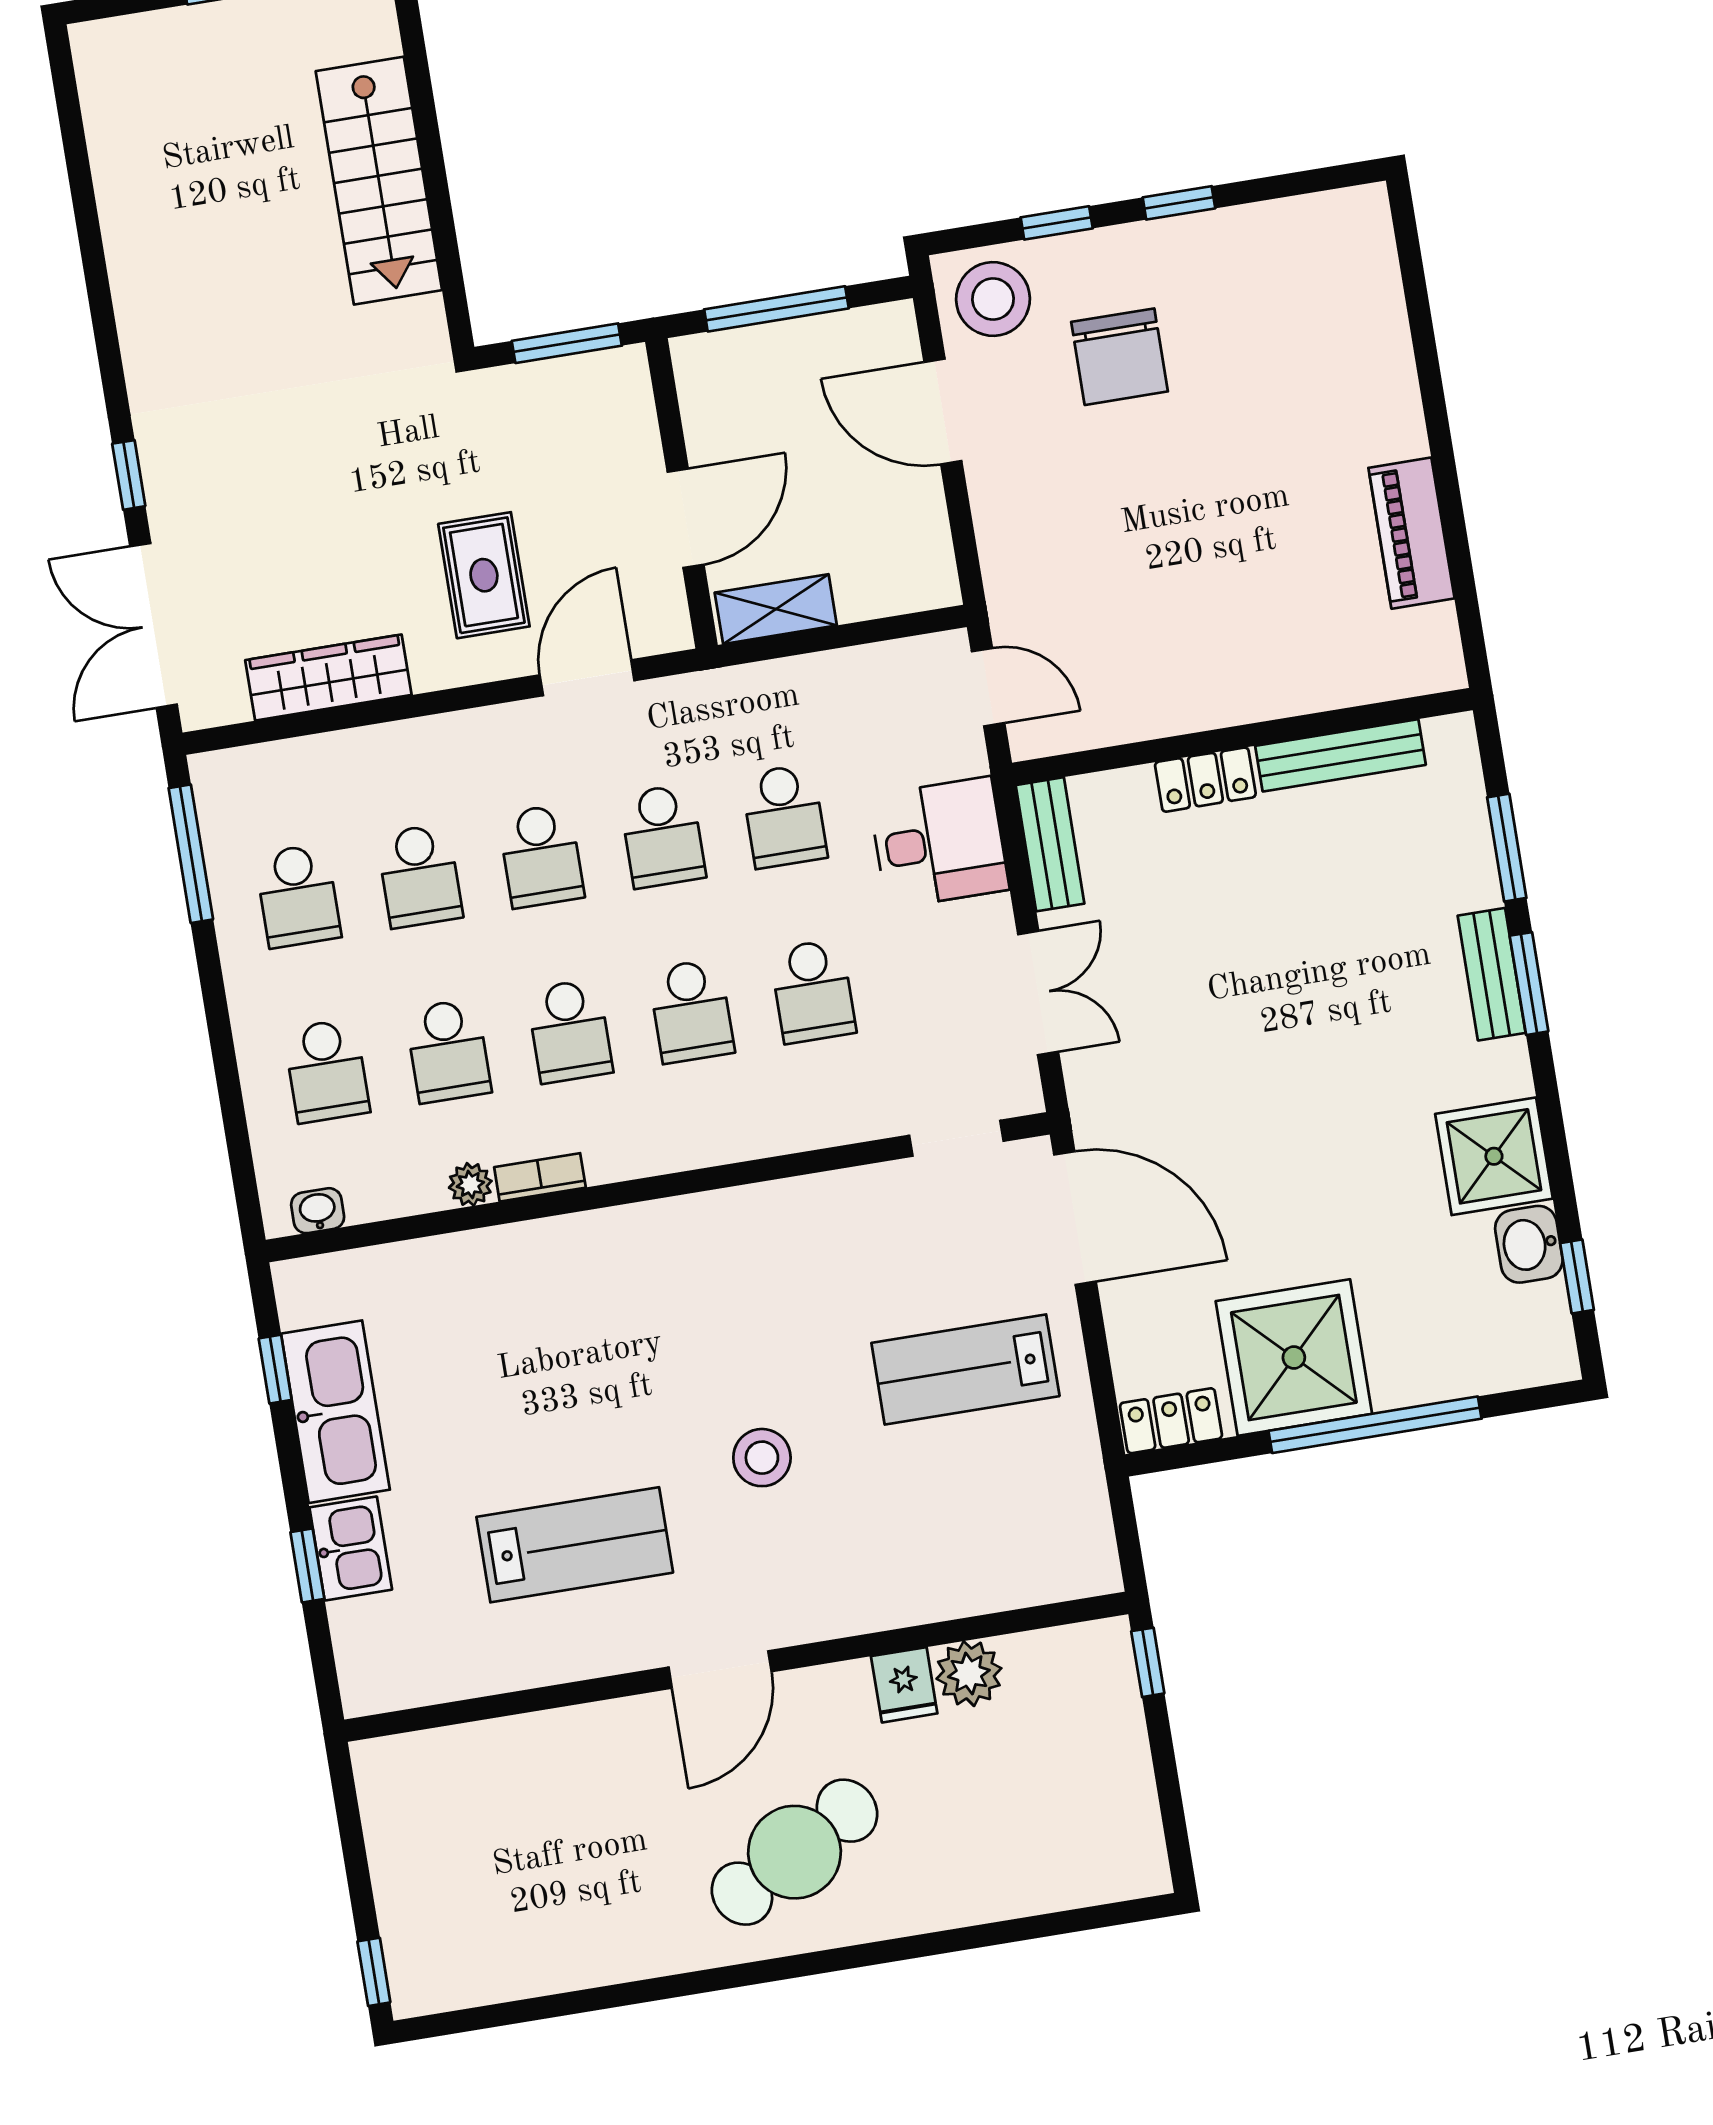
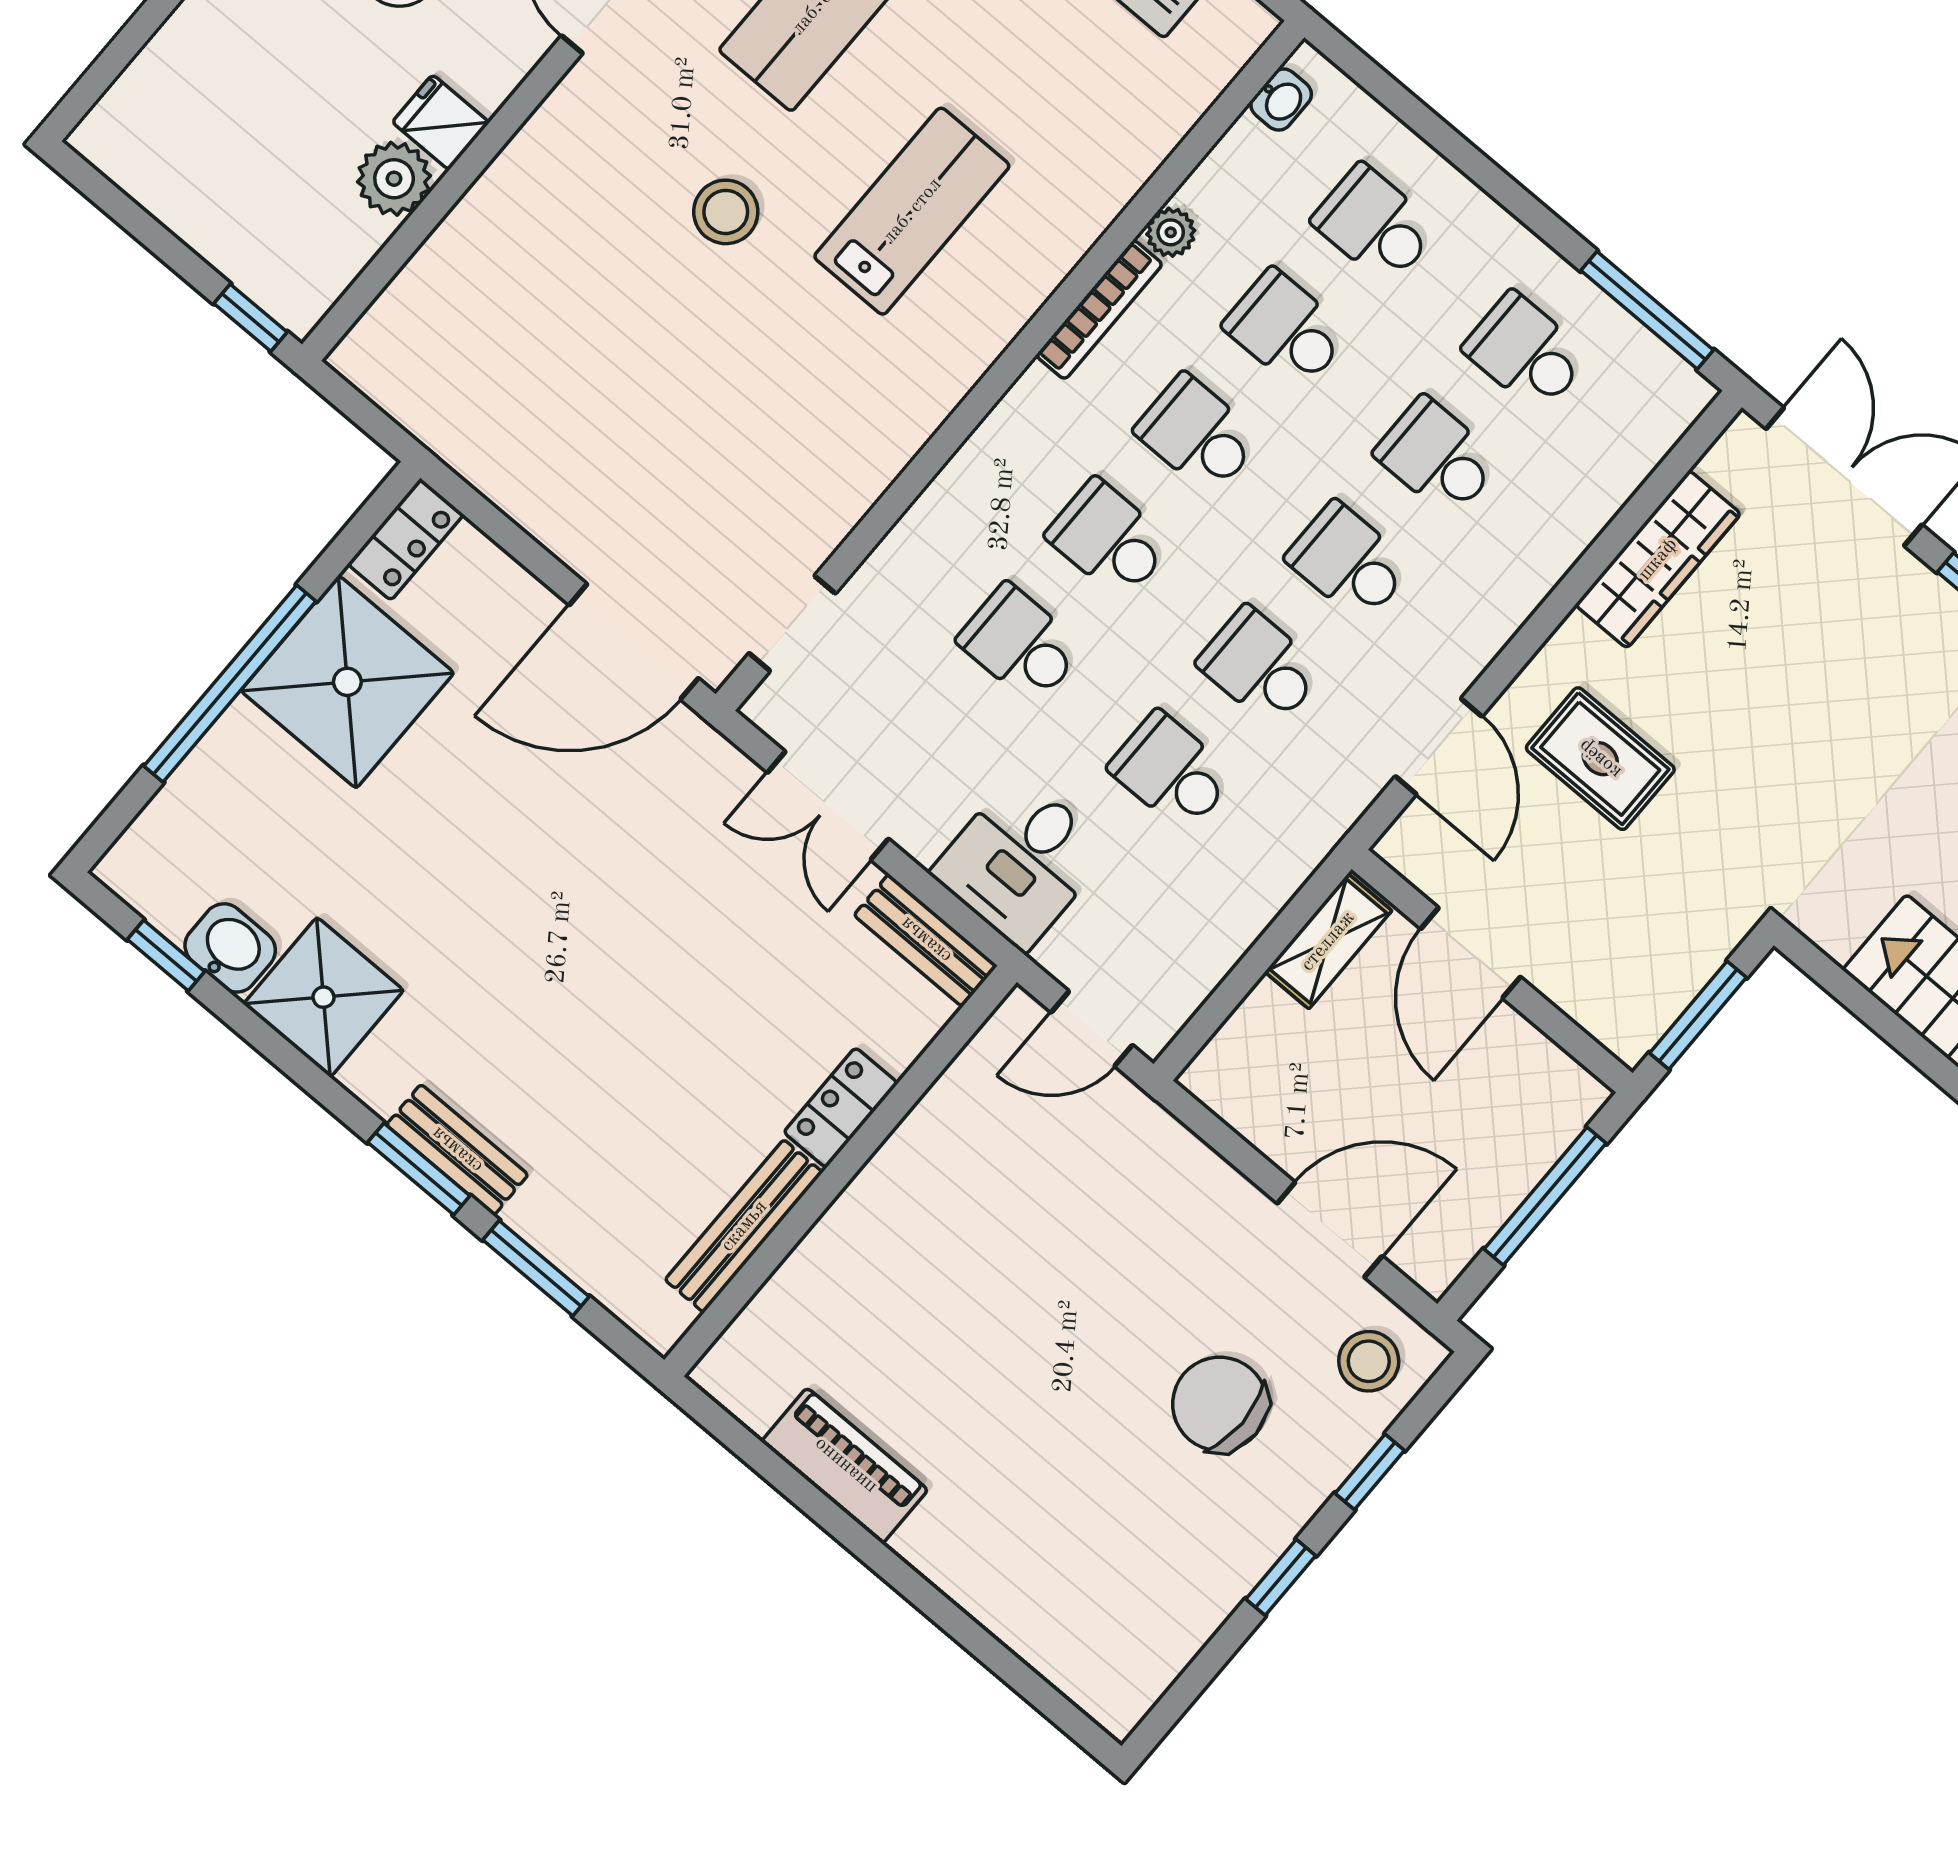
stool: (993, 299) -> (1369, 1361), width x0.73, depth x0.73
bookcase: (540, 1177) -> (1099, 310), width x1.56
lab bench: (965, 1370) -> (912, 211), moved

